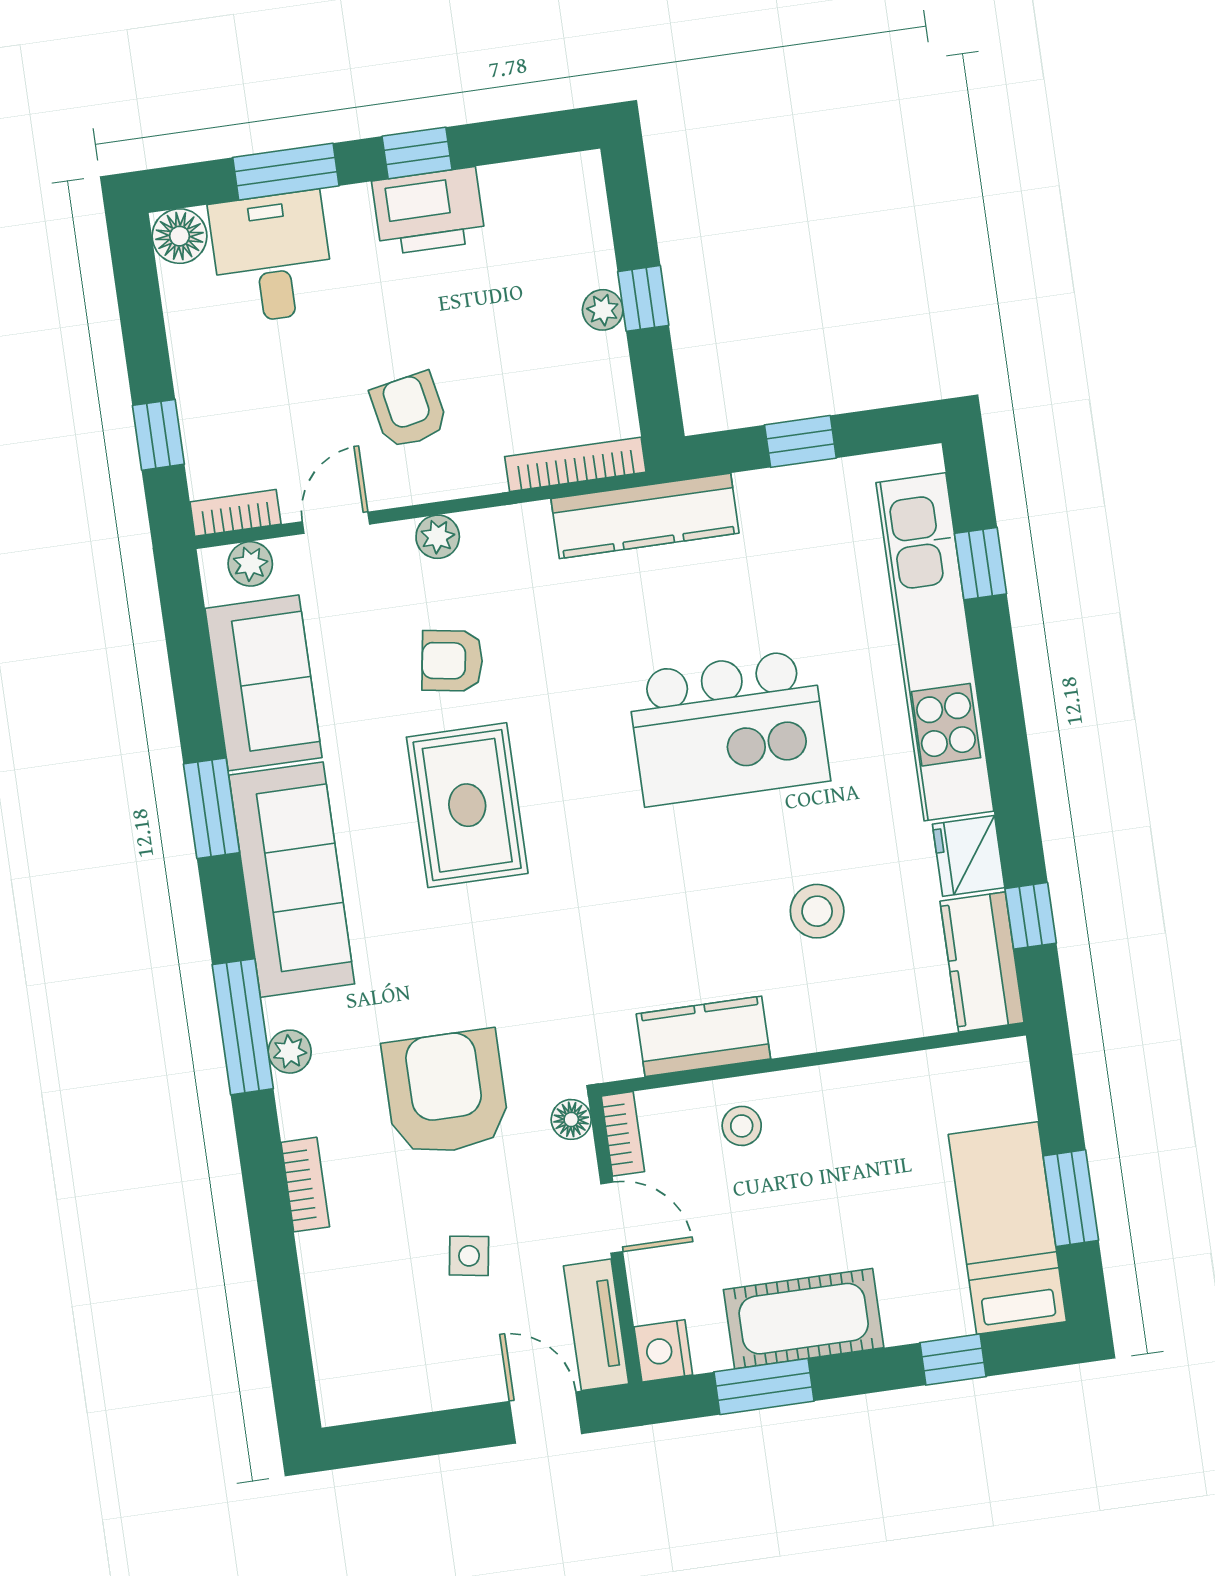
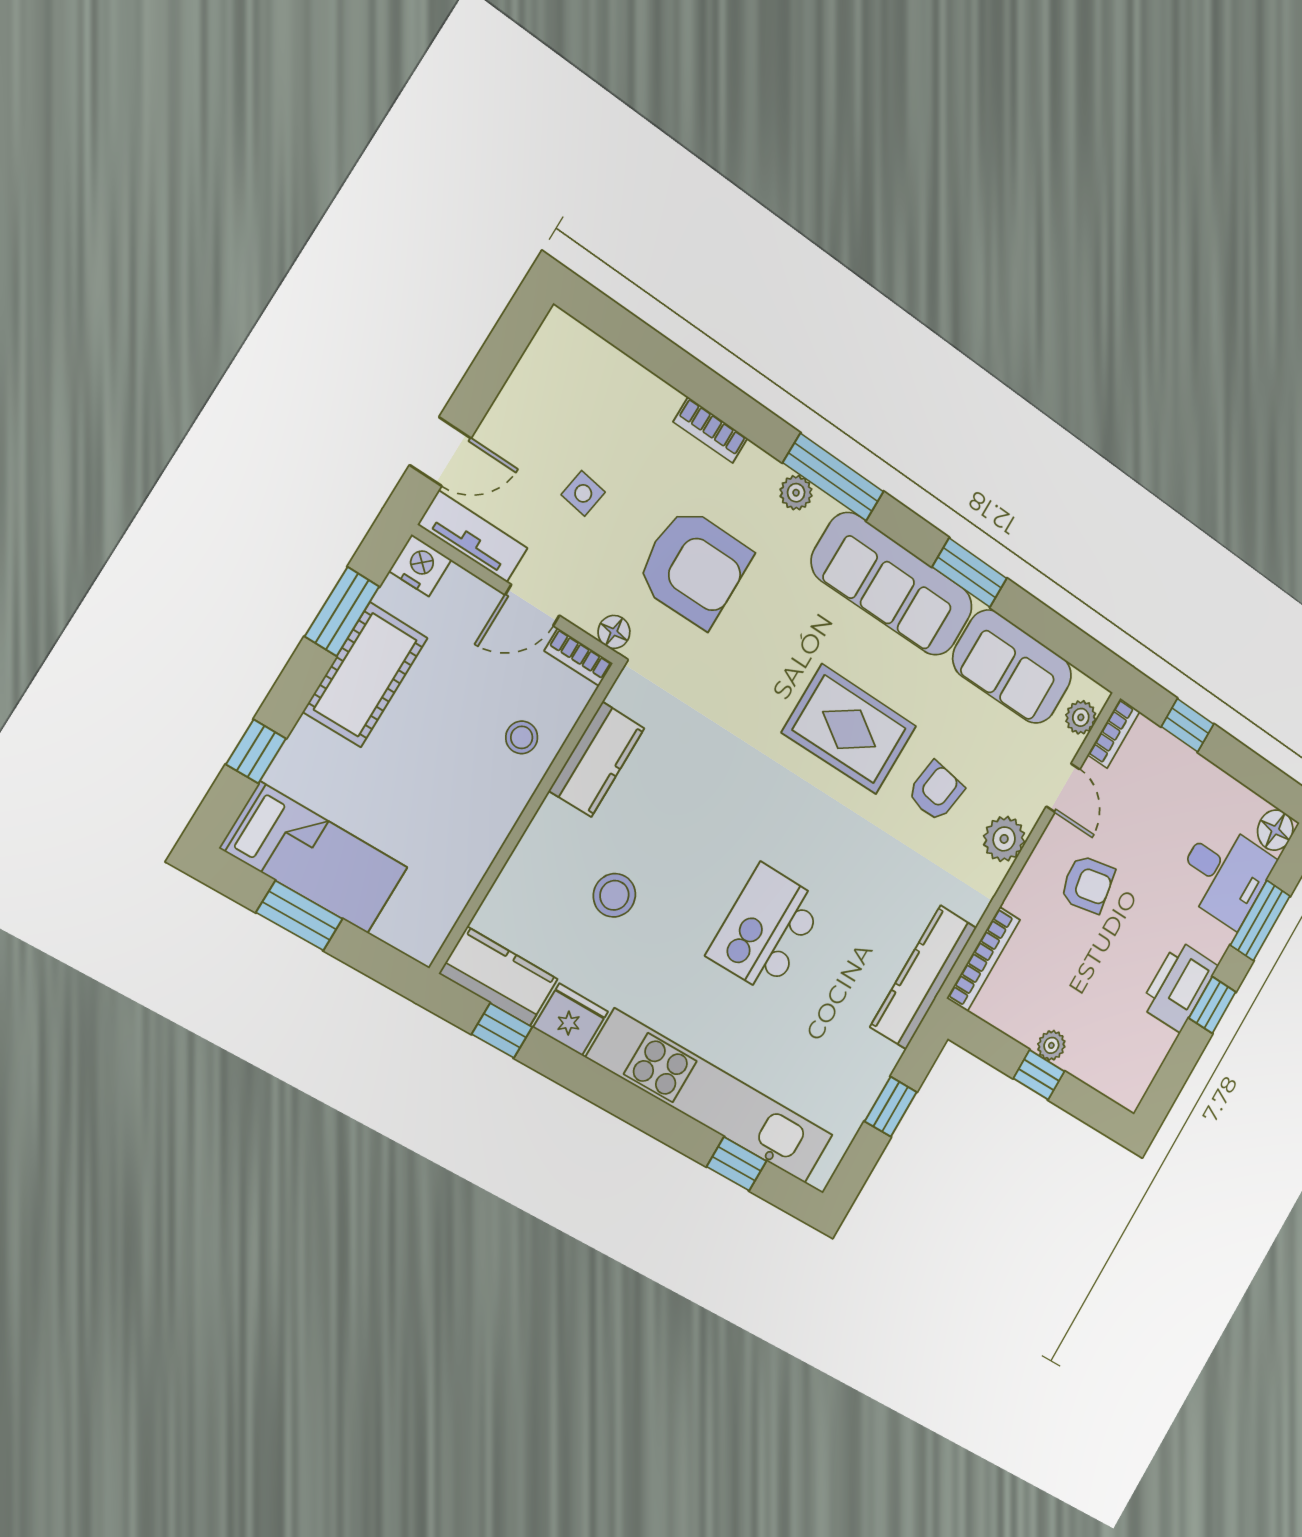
plant: (438, 537) -> (1004, 839), width x1.38, depth x1.38
kitchen island: (728, 728) -> (766, 929), width x0.73, depth x0.78

